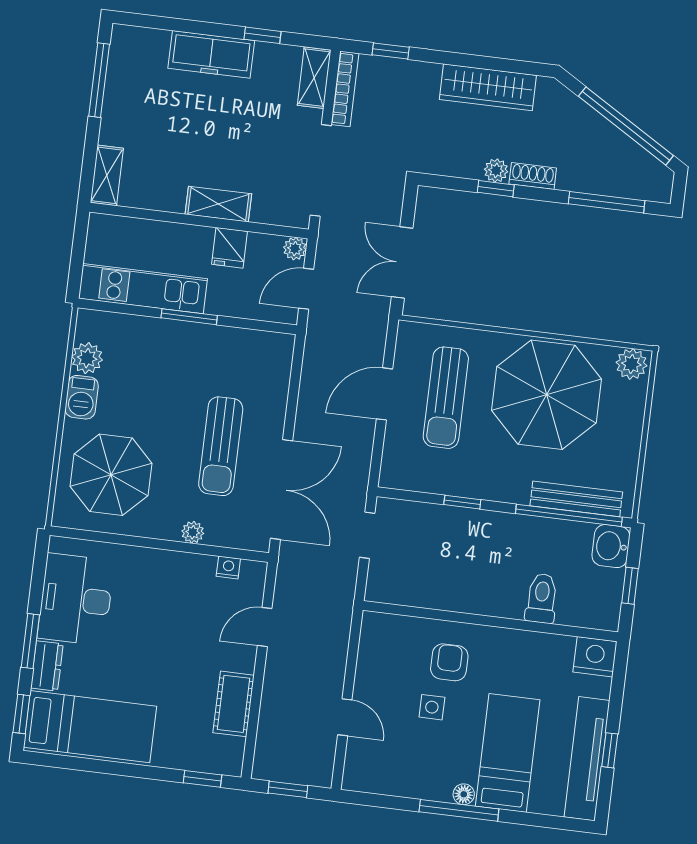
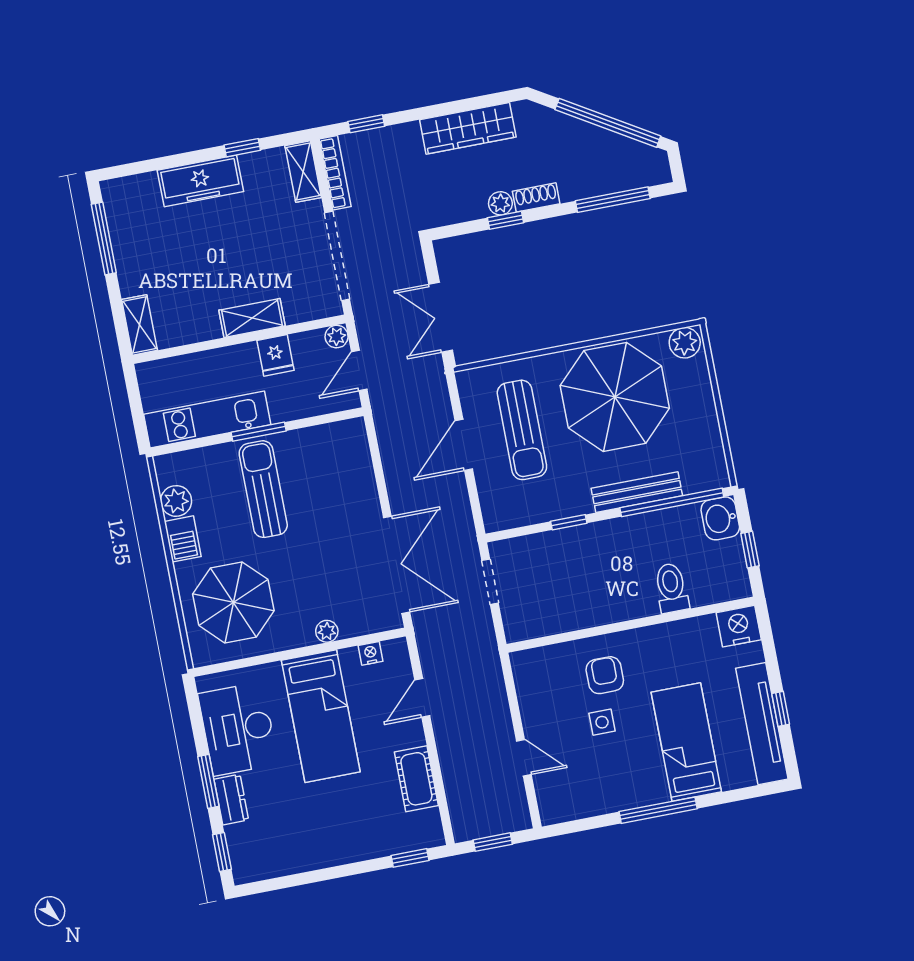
sun lounger: (221, 446) -> (263, 489), moved, turned 180
bench: (576, 499) -> (637, 492), moved
bed: (90, 727) -> (321, 716), moved, turned 90
floor lamp: (464, 794) -> (658, 794), removed

